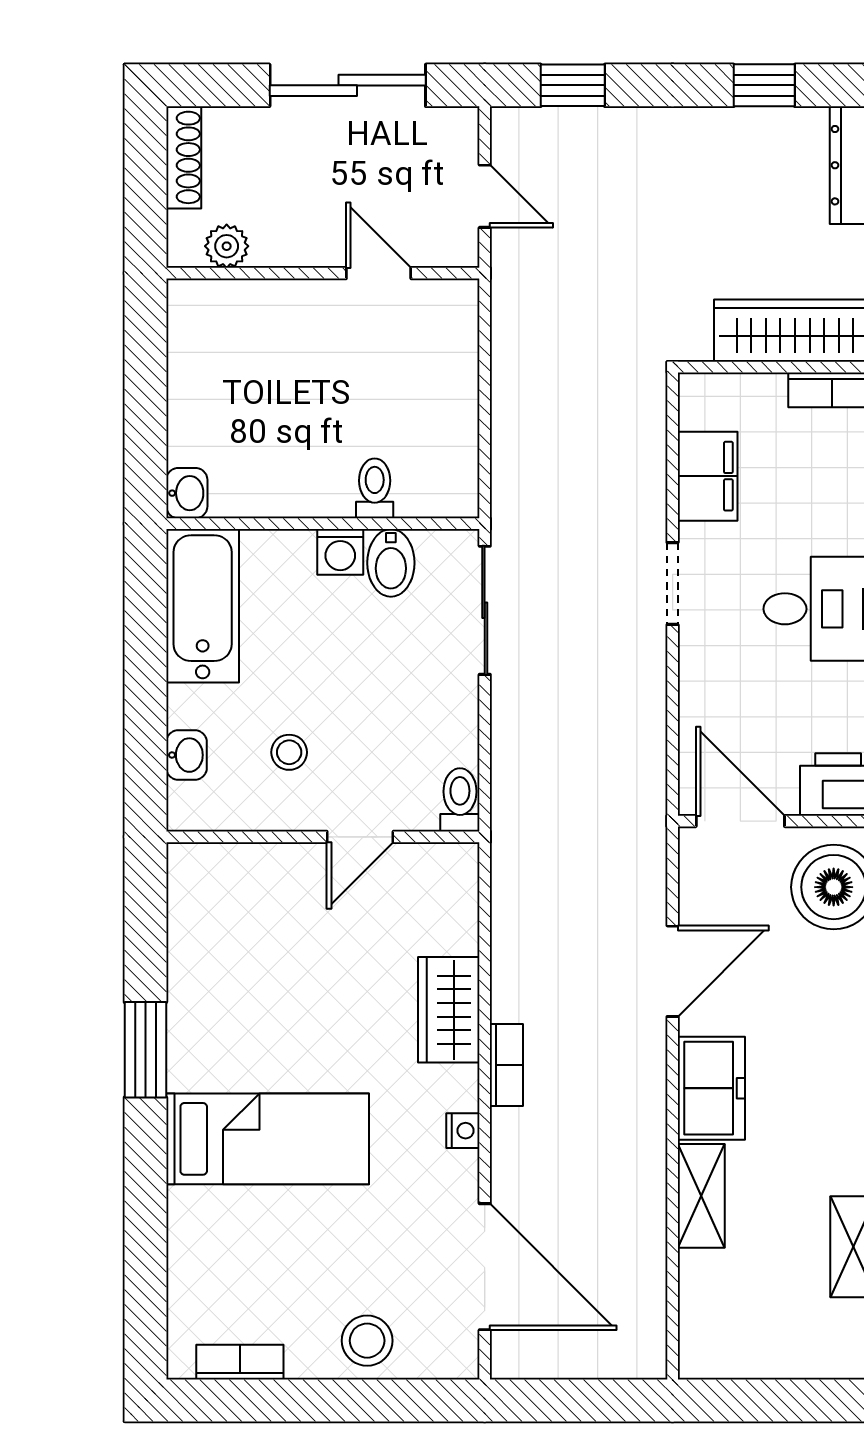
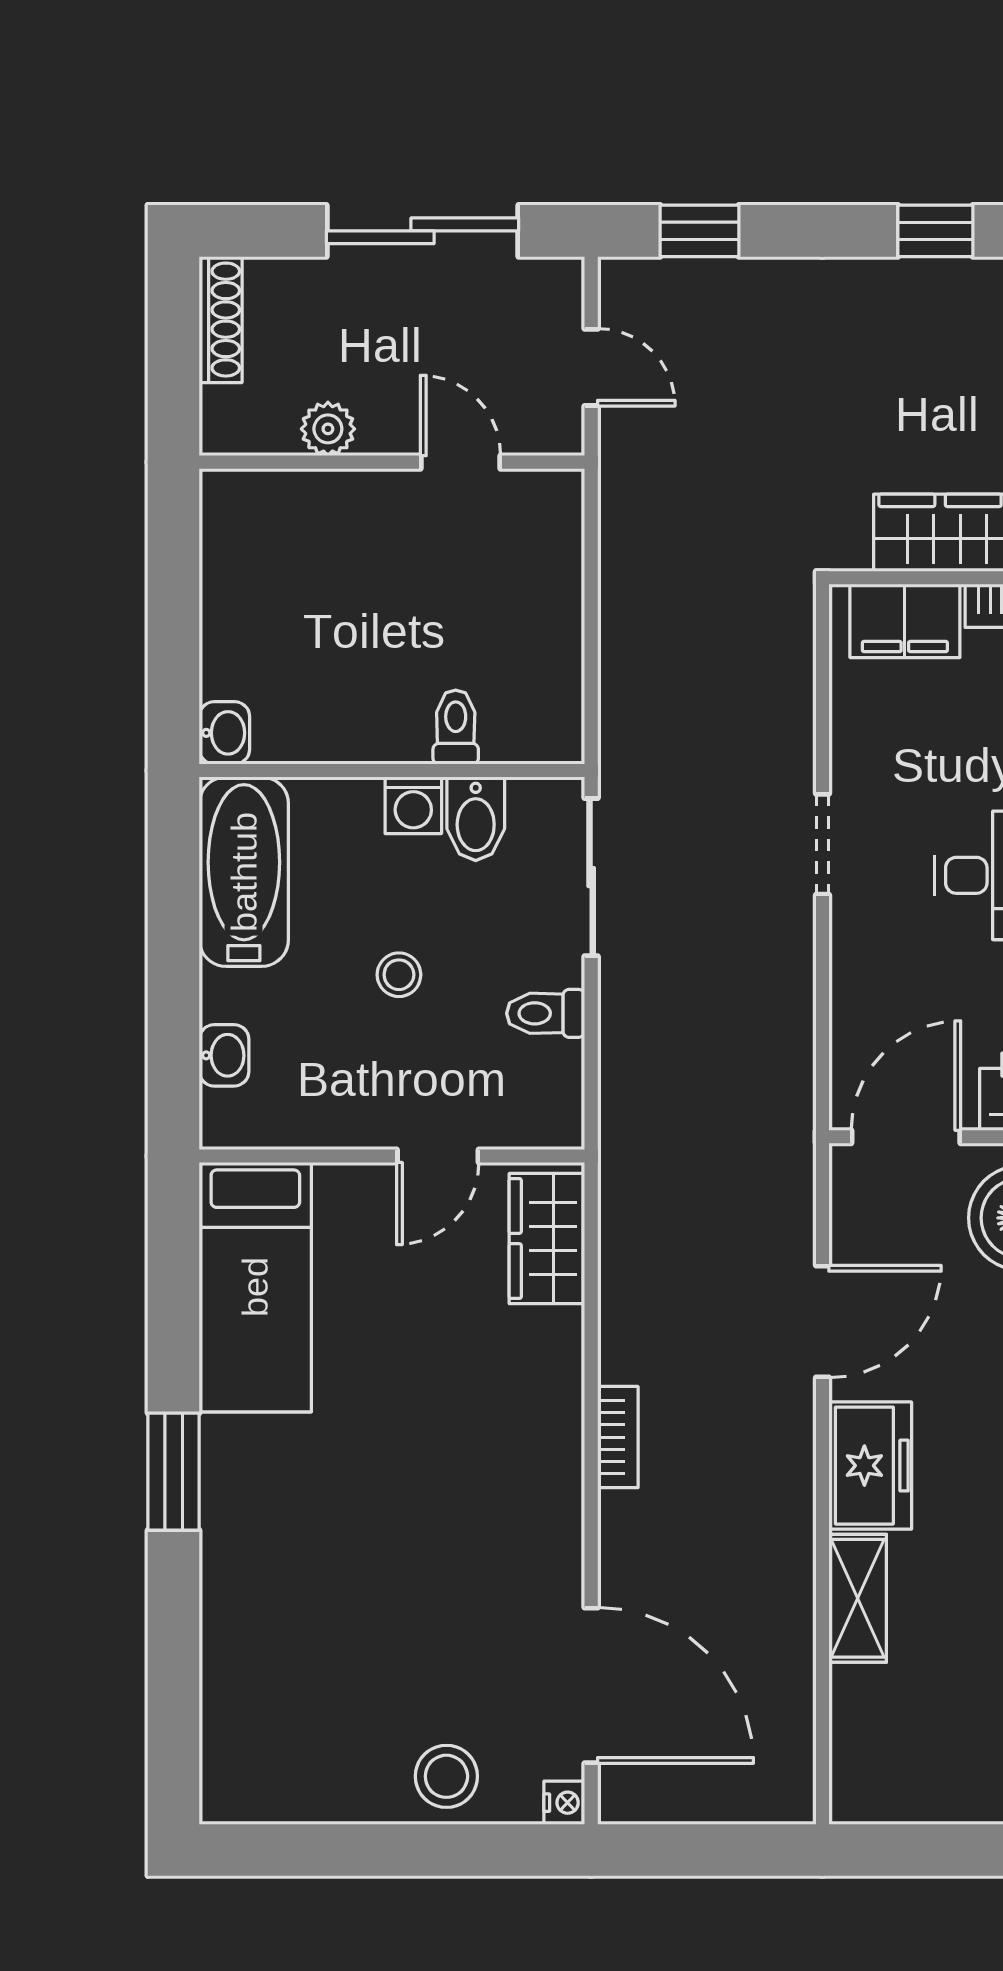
plant: (227, 246) -> (328, 429), moved
filing cabinet: (708, 476) -> (905, 621), moved, turned 90
stool: (289, 752) -> (399, 975), moved
toilet: (460, 800) -> (546, 1013), moved, turned -90
door: (740, 821) -> (906, 1137), hinge flipped
wardrobe: (449, 1010) -> (547, 1239), moved
window: (145, 1050) -> (174, 1472), moved
nightstand: (463, 1131) -> (564, 1803), moved
bed: (268, 1139) -> (255, 1287), moved, turned 90
bookcase: (240, 1362) -> (290, 1803), removed

